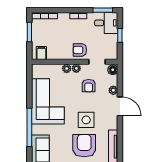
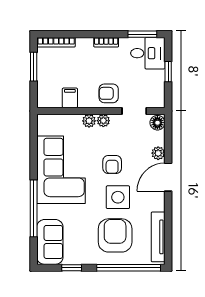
filing cabinet: (41, 53) -> (70, 98), moved
armchair: (89, 86) -> (112, 165), moved
door: (120, 106) -> (168, 177), swing flipped

